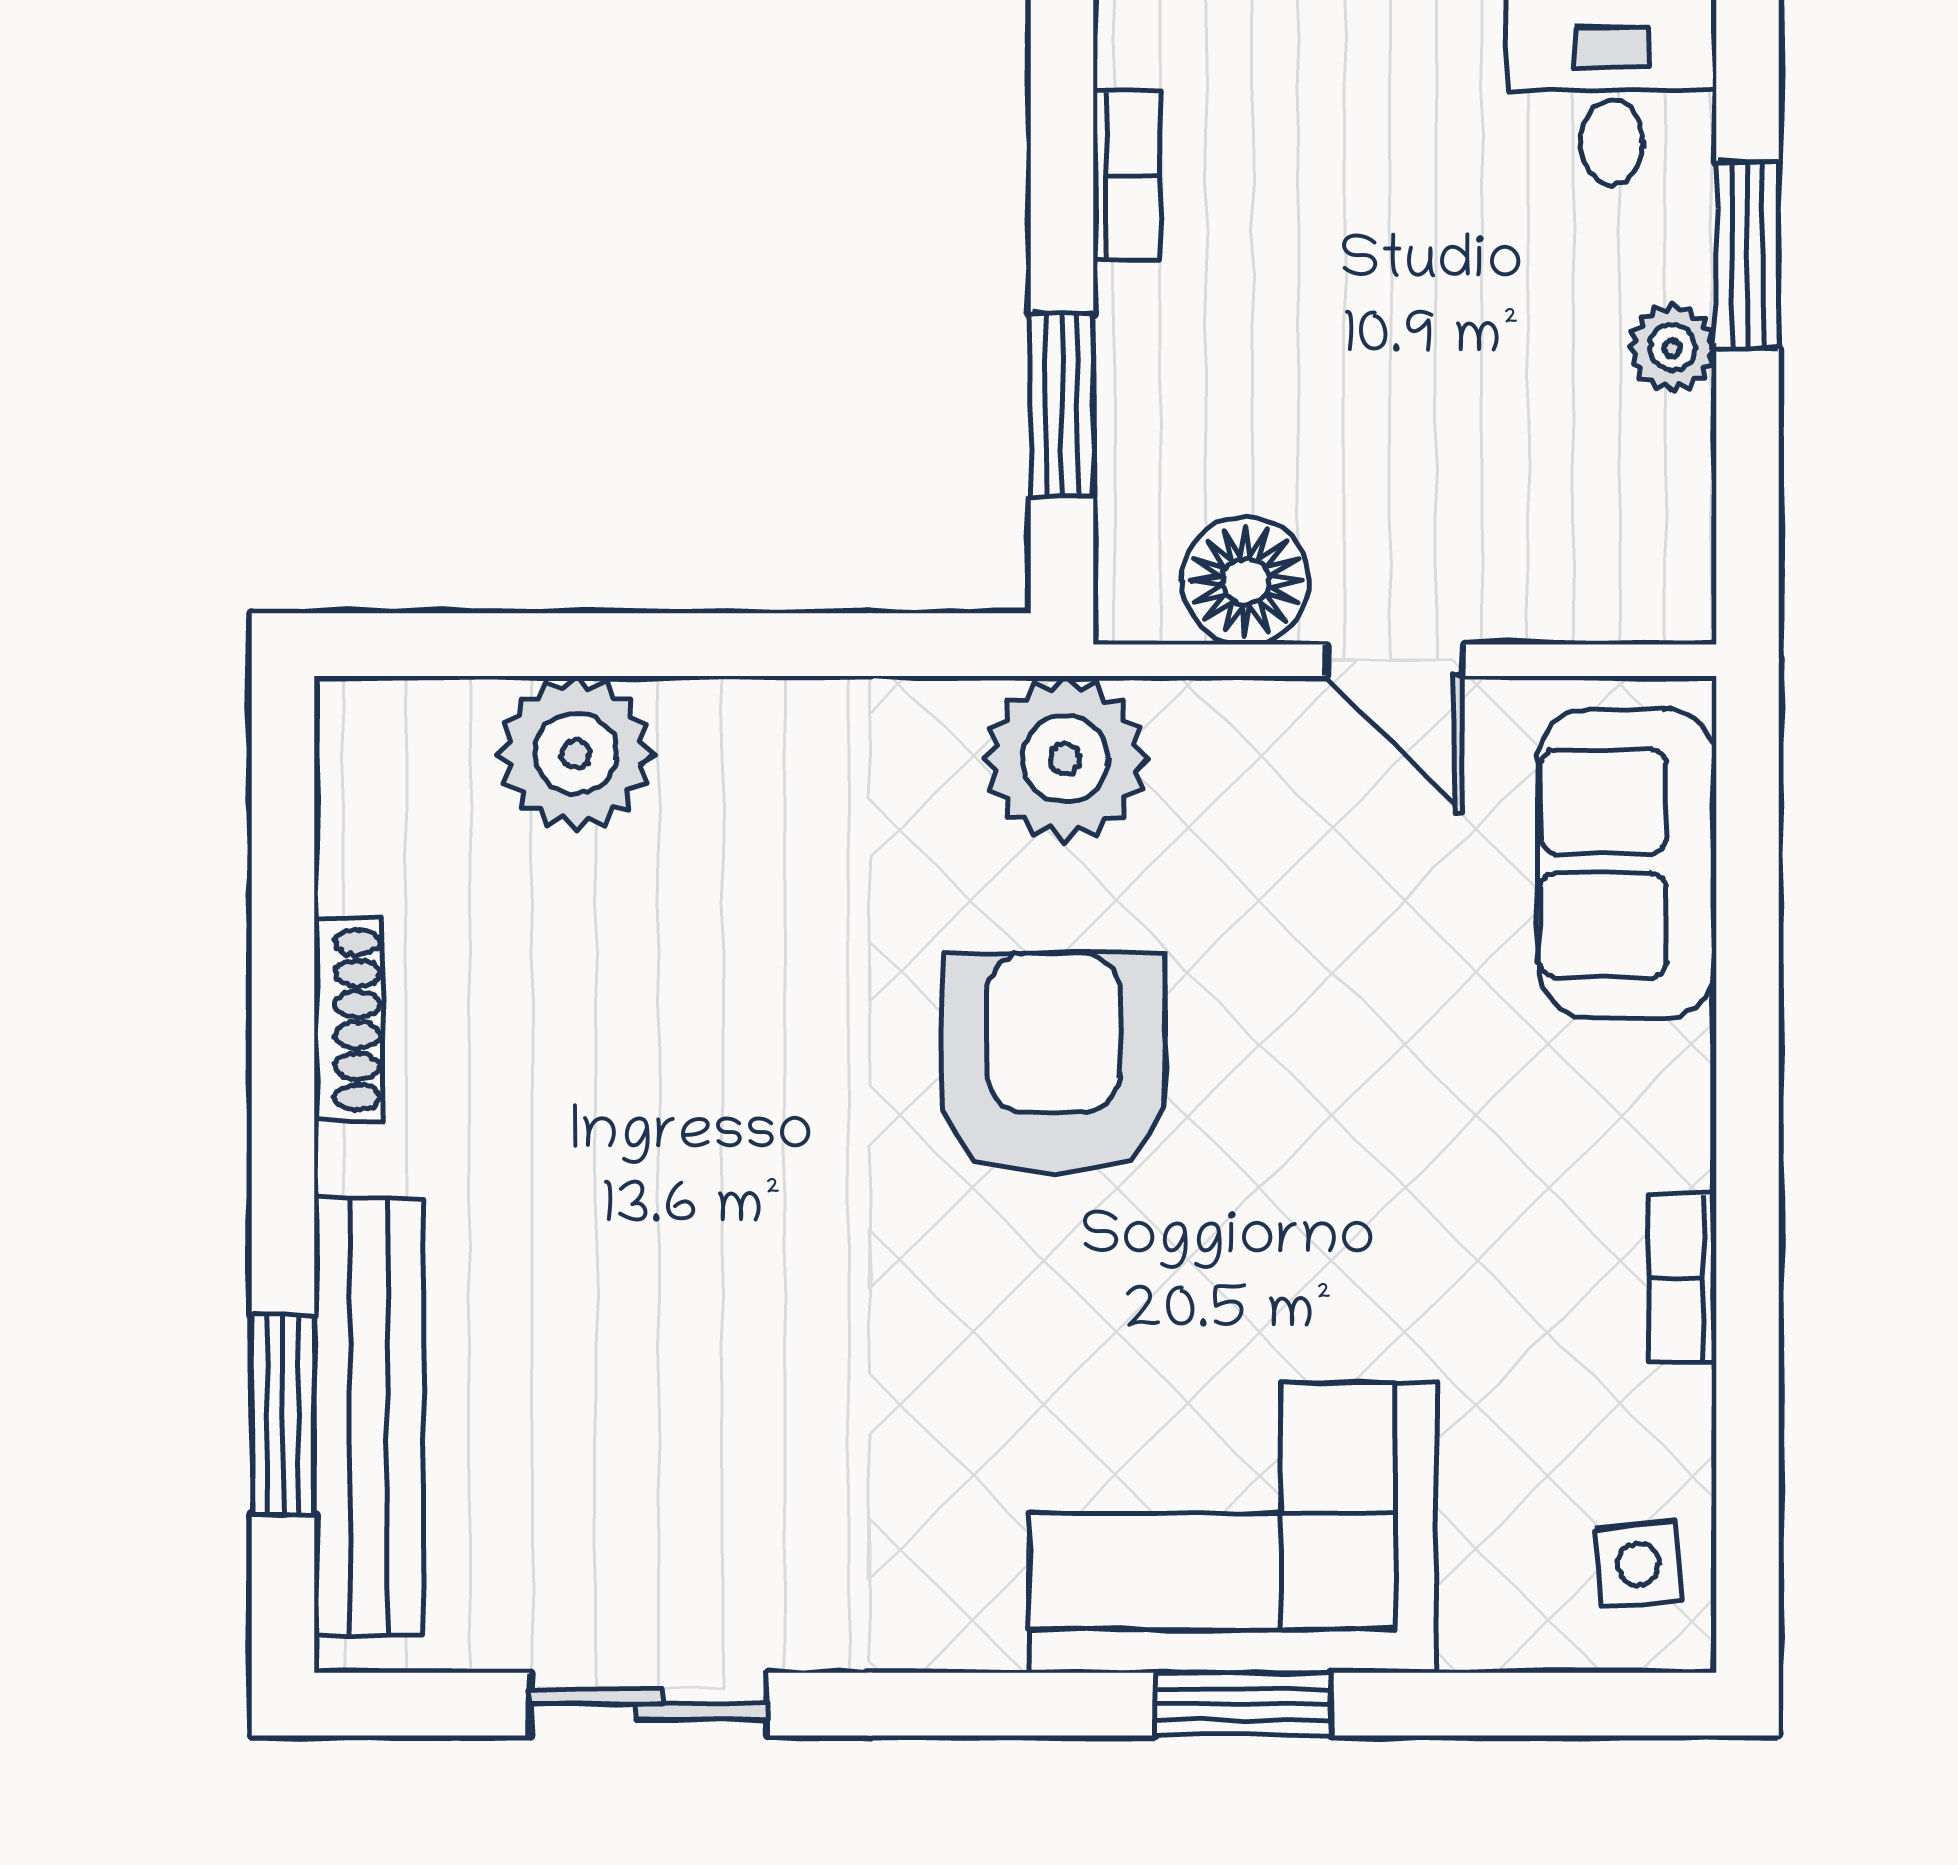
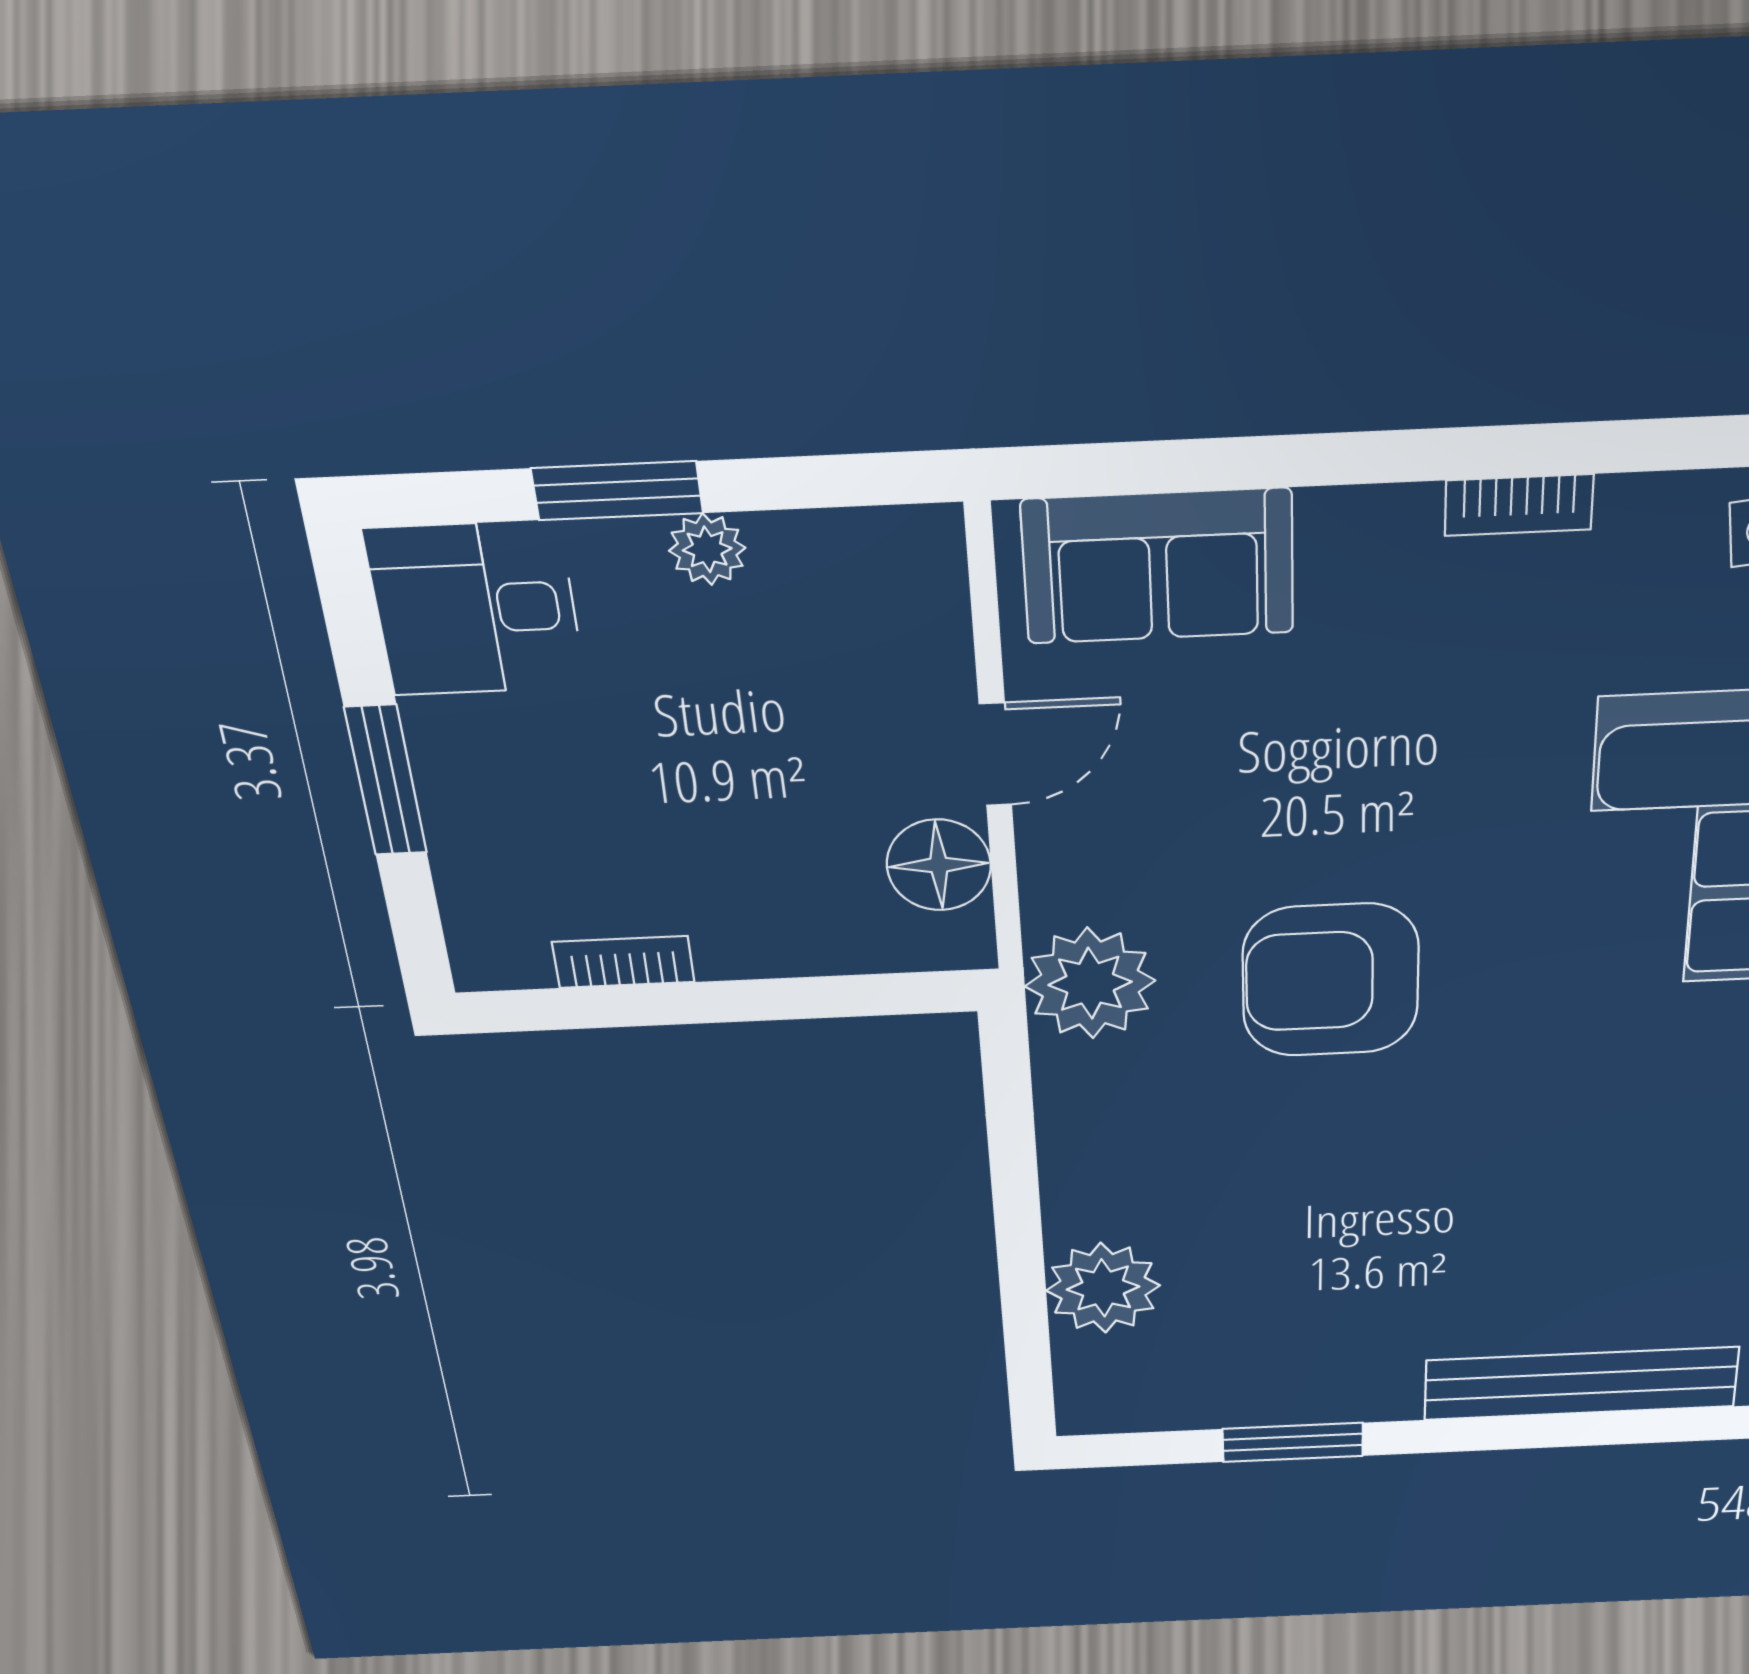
window: (1062, 405) -> (812, 998), removed
shoe rack: (348, 1020) -> (1299, 1407), removed
window: (283, 1415) -> (1293, 1442), moved

